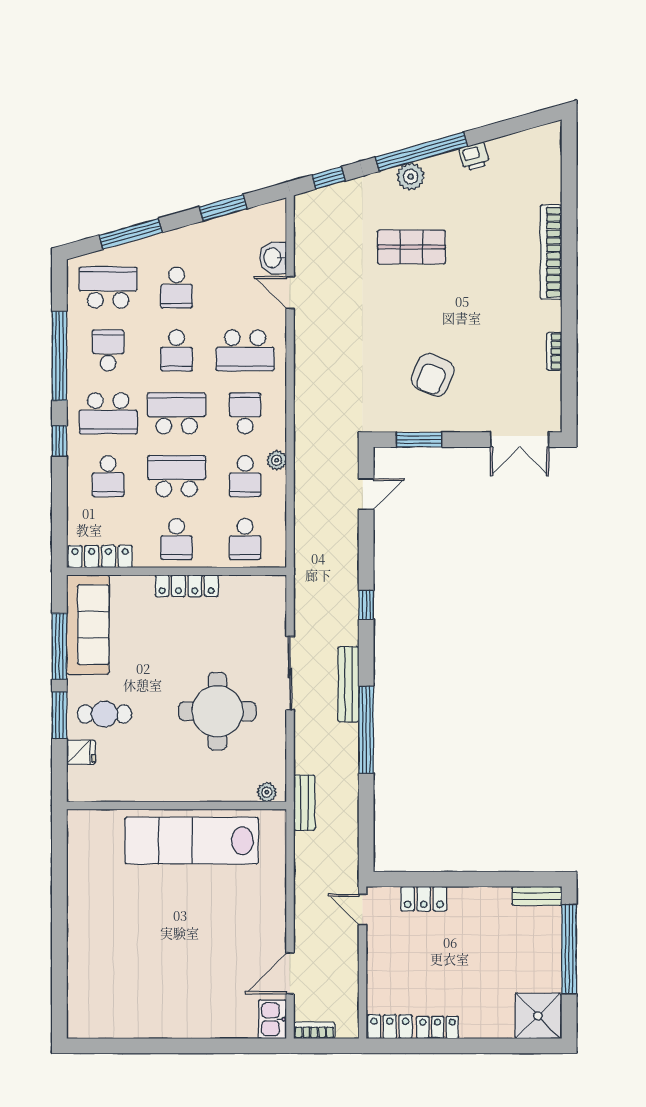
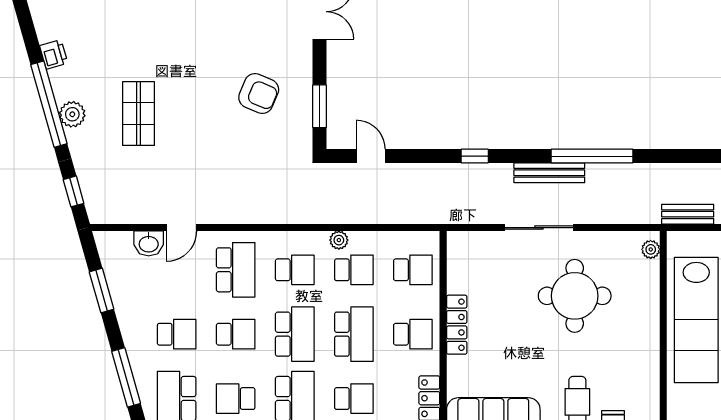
school desk: (177, 413) -> (295, 334), turned 180
school desk: (245, 413) -> (295, 270), turned 180
school desk: (177, 476) -> (354, 334), turned 180
bench: (304, 803) -> (688, 214), moved

